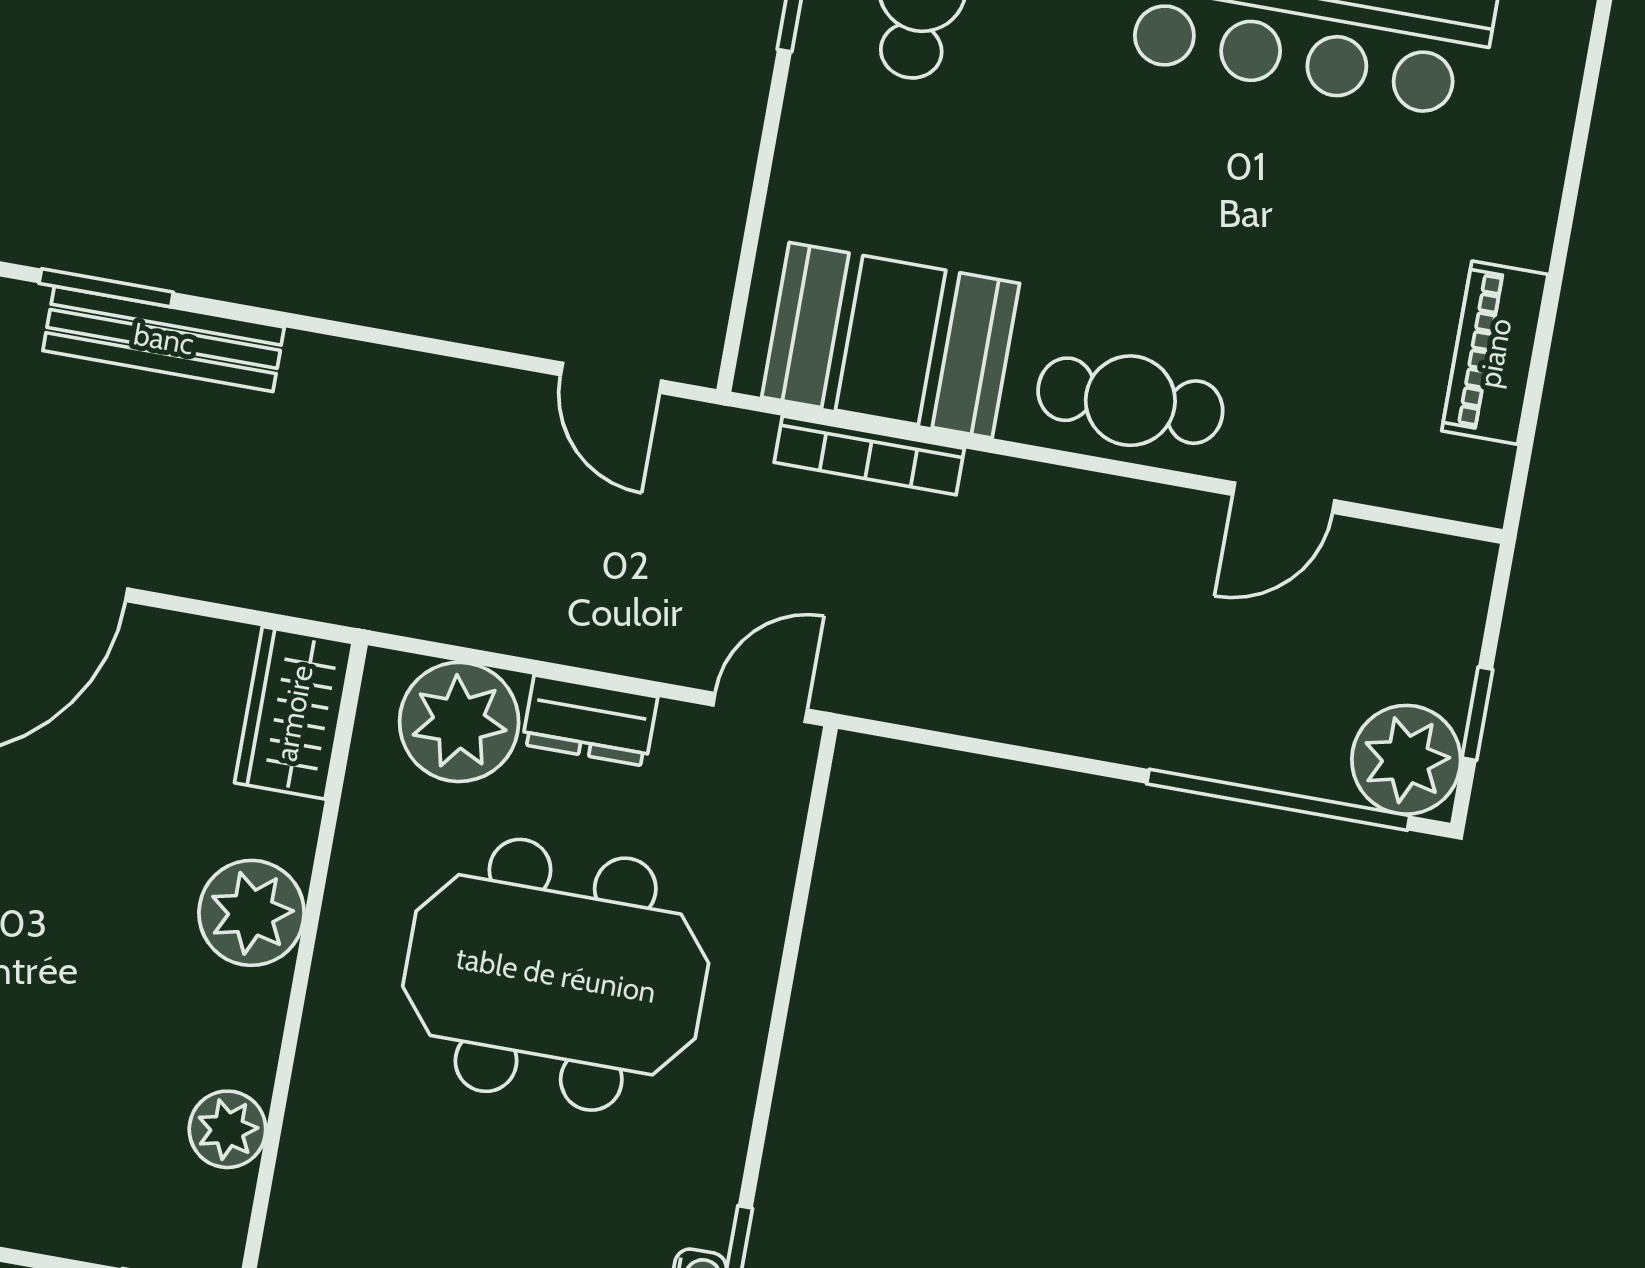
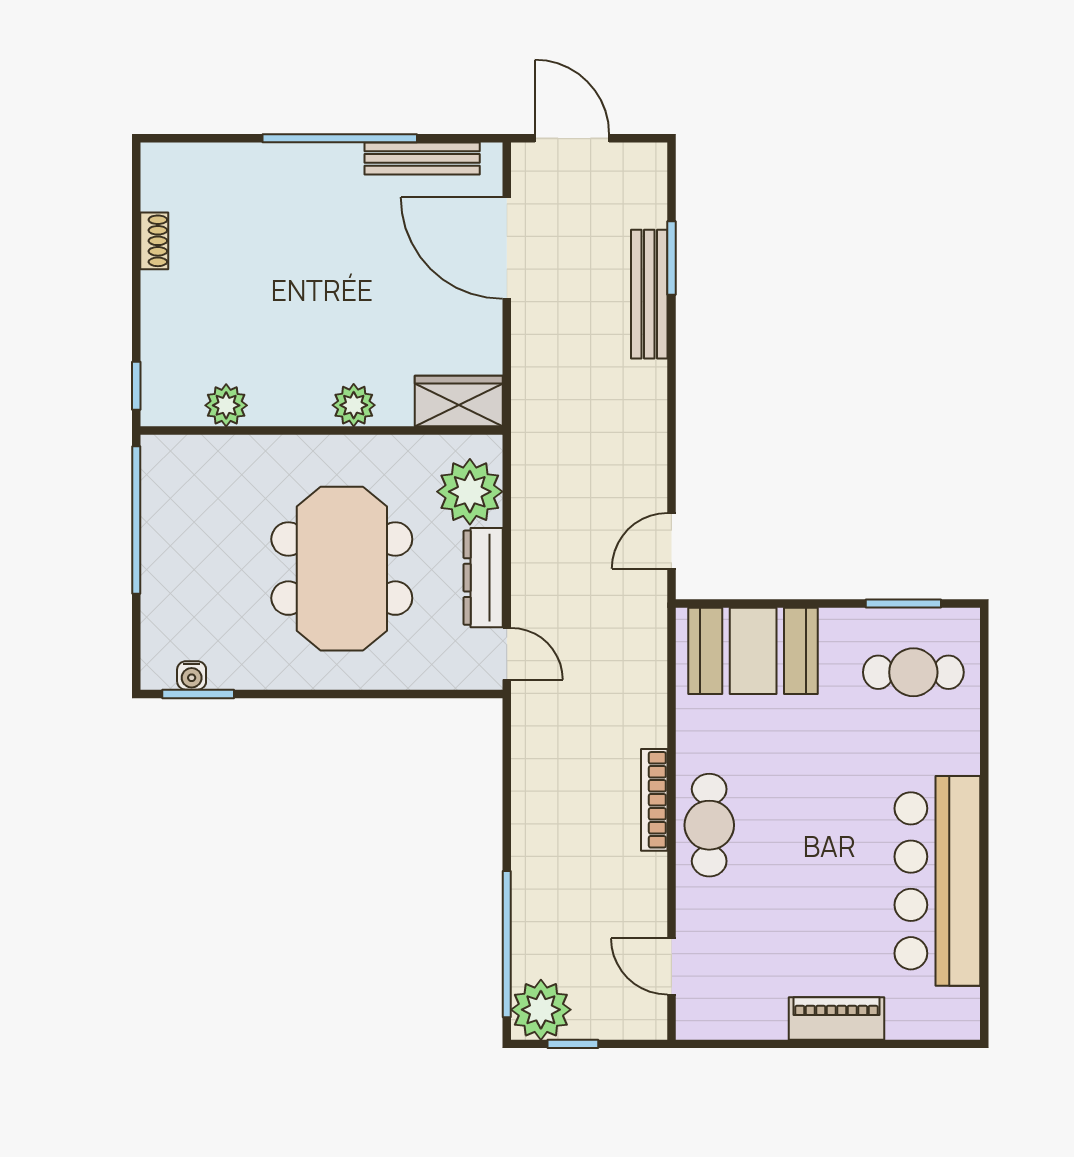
booth: (891, 340) -> (753, 651), moved, turned 90
piano: (1495, 353) -> (836, 1018), moved
bookcase: (869, 455) -> (654, 800), moved
door: (1284, 498) -> (671, 967), moved
dresser: (590, 721) -> (483, 578), width x1.44
plant: (251, 913) -> (354, 405), width x0.73, depth x0.73

